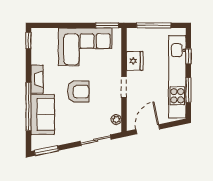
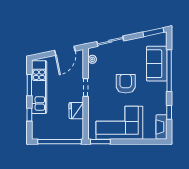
window: (154, 25) -> (59, 142), width x1.46
window: (28, 41) -> (169, 112), moved
kitchen unit: (177, 77) -> (39, 87), width x0.73
fireplace: (37, 79) -> (162, 127), moved
armchair: (78, 92) -> (126, 84), turned 90

